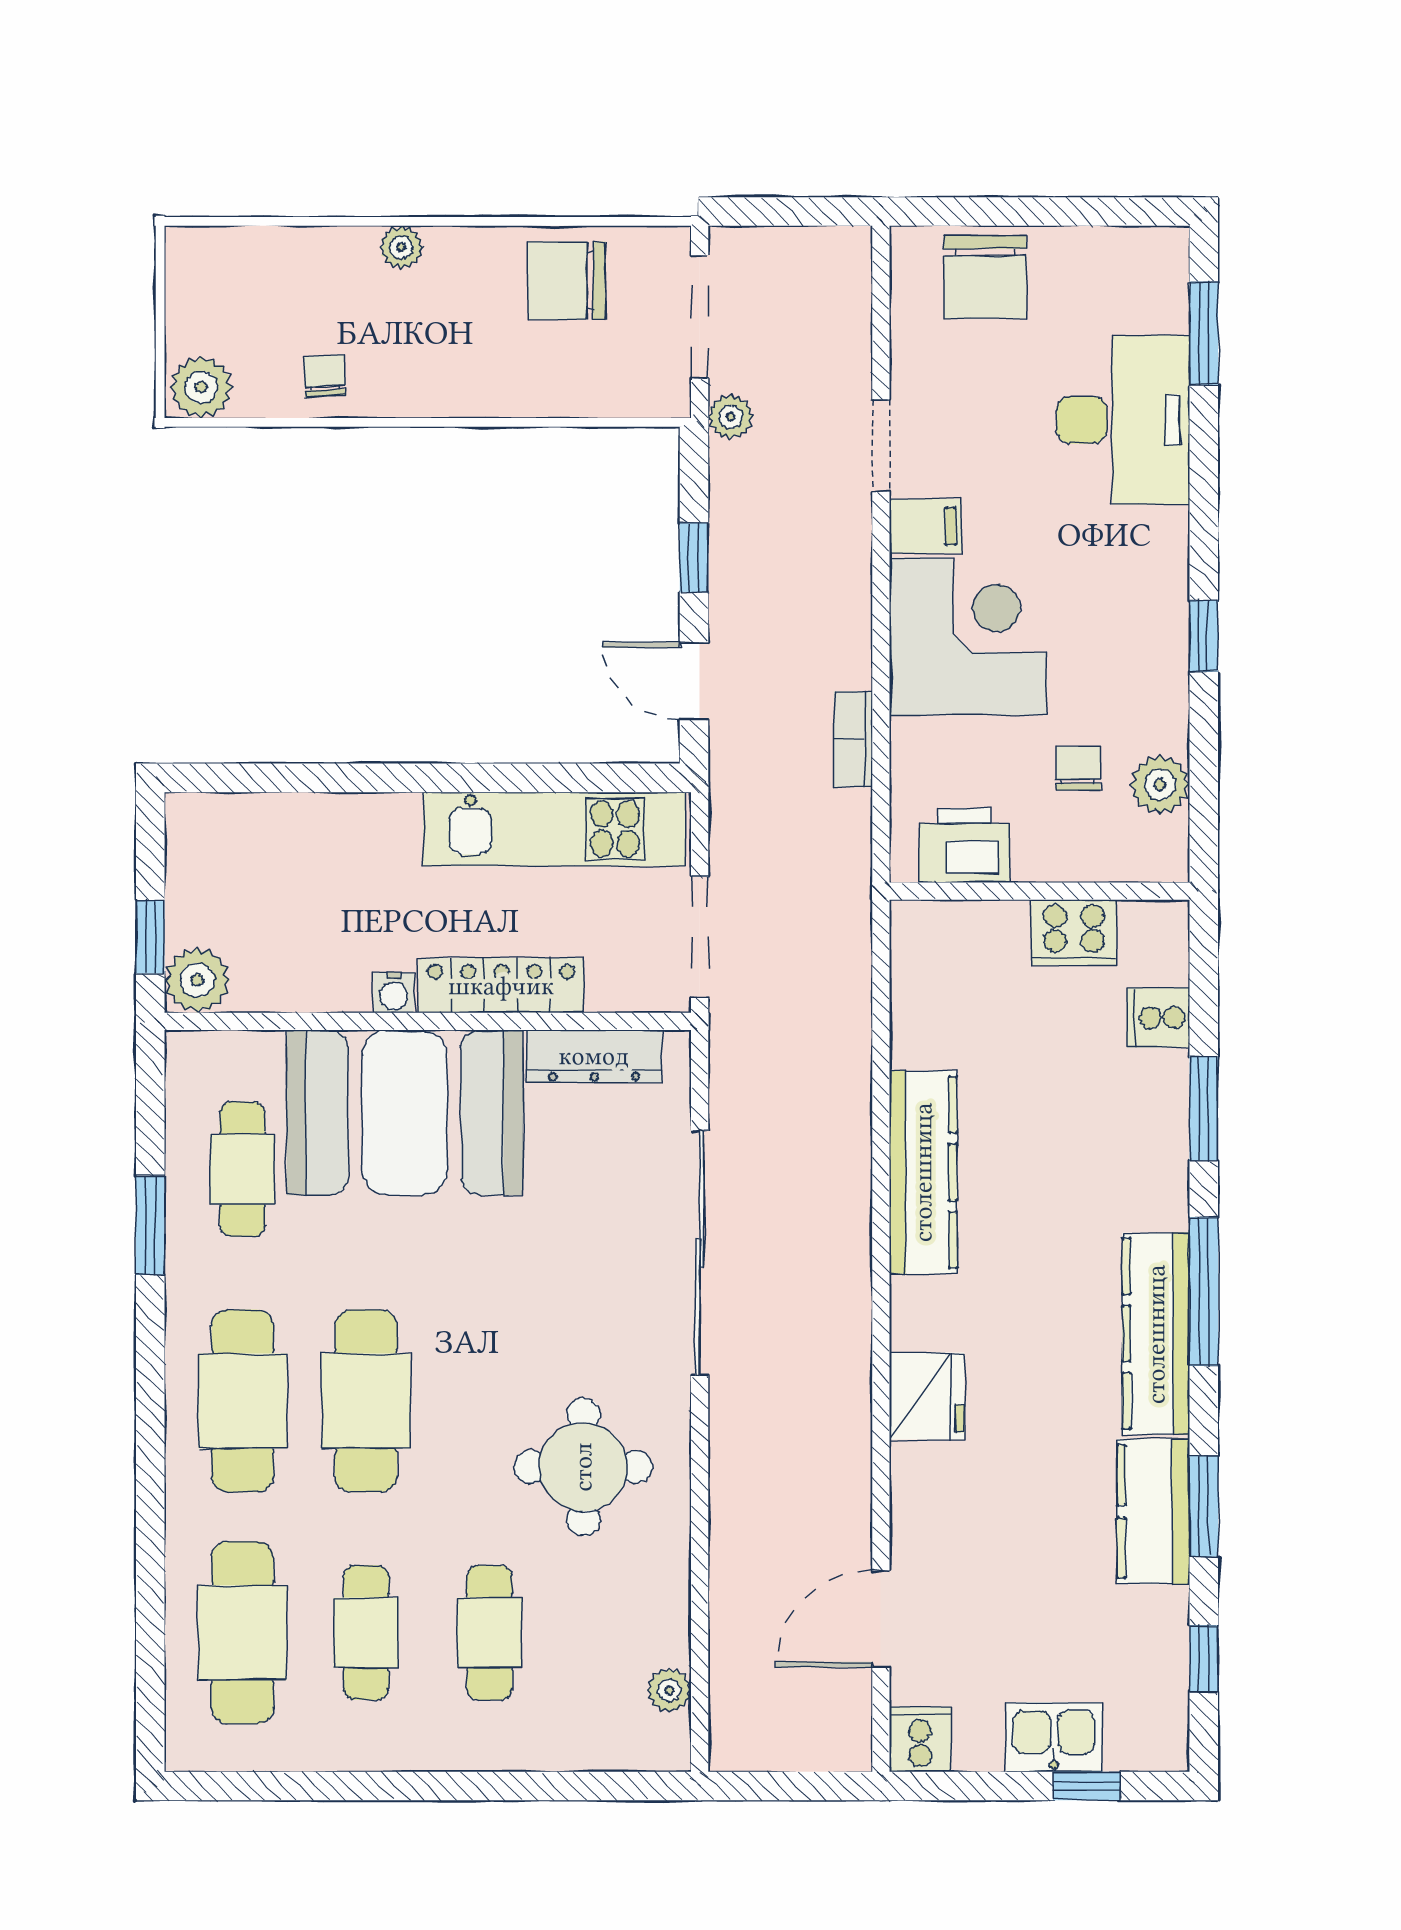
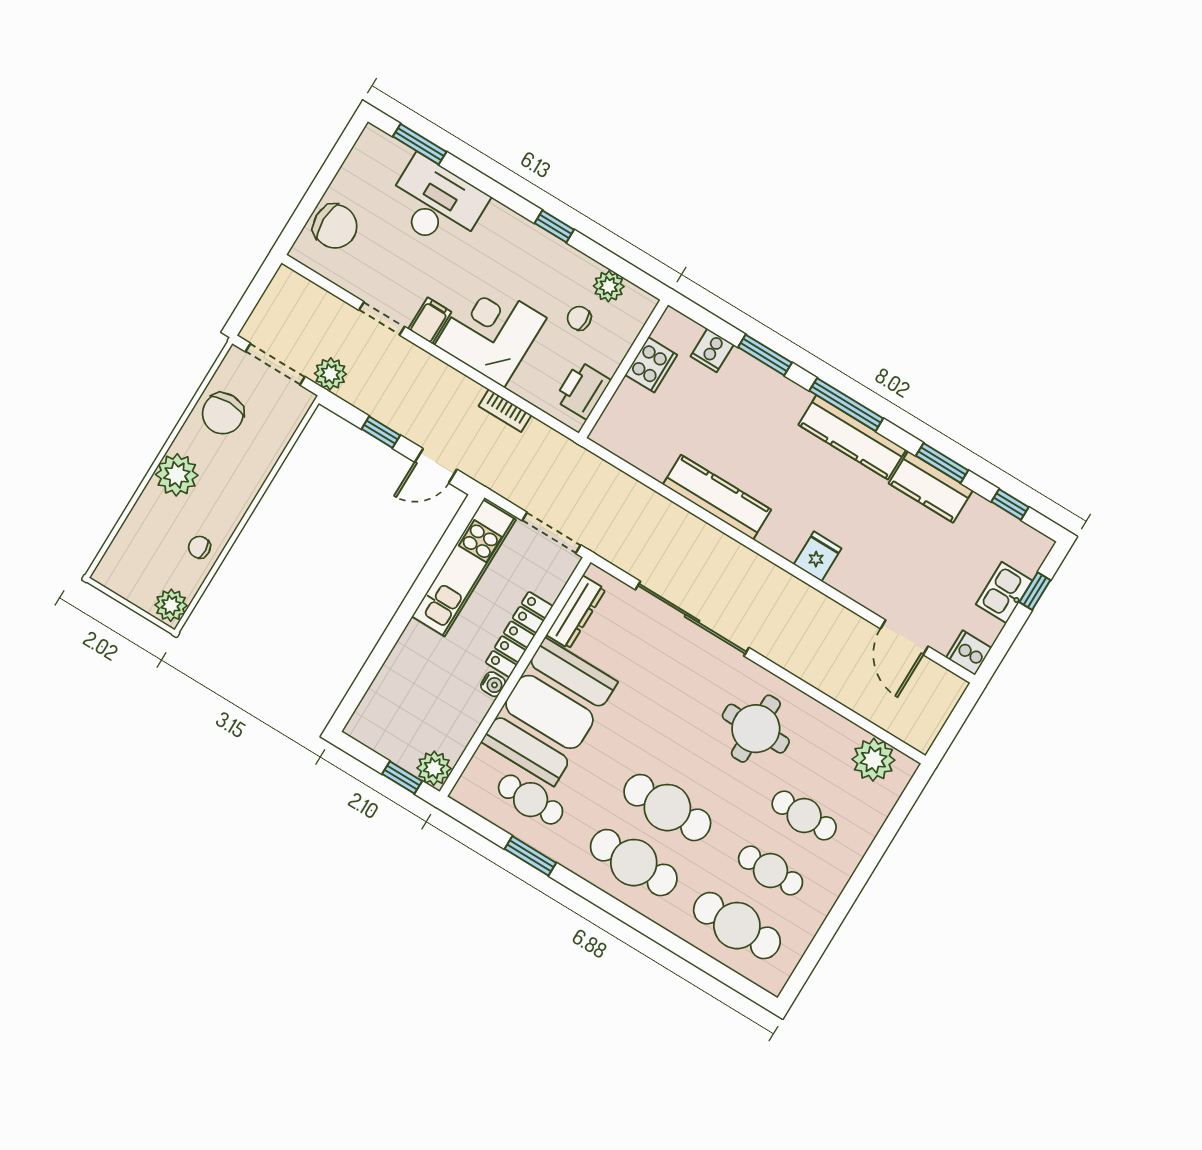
plant: (401, 247) -> (177, 475), width x1.87, depth x1.87
plant: (731, 417) -> (330, 374), width x1.38, depth x1.38
fridge: (927, 1396) -> (818, 556), width x0.72
plant: (669, 1690) -> (873, 760), width x1.88, depth x1.88

